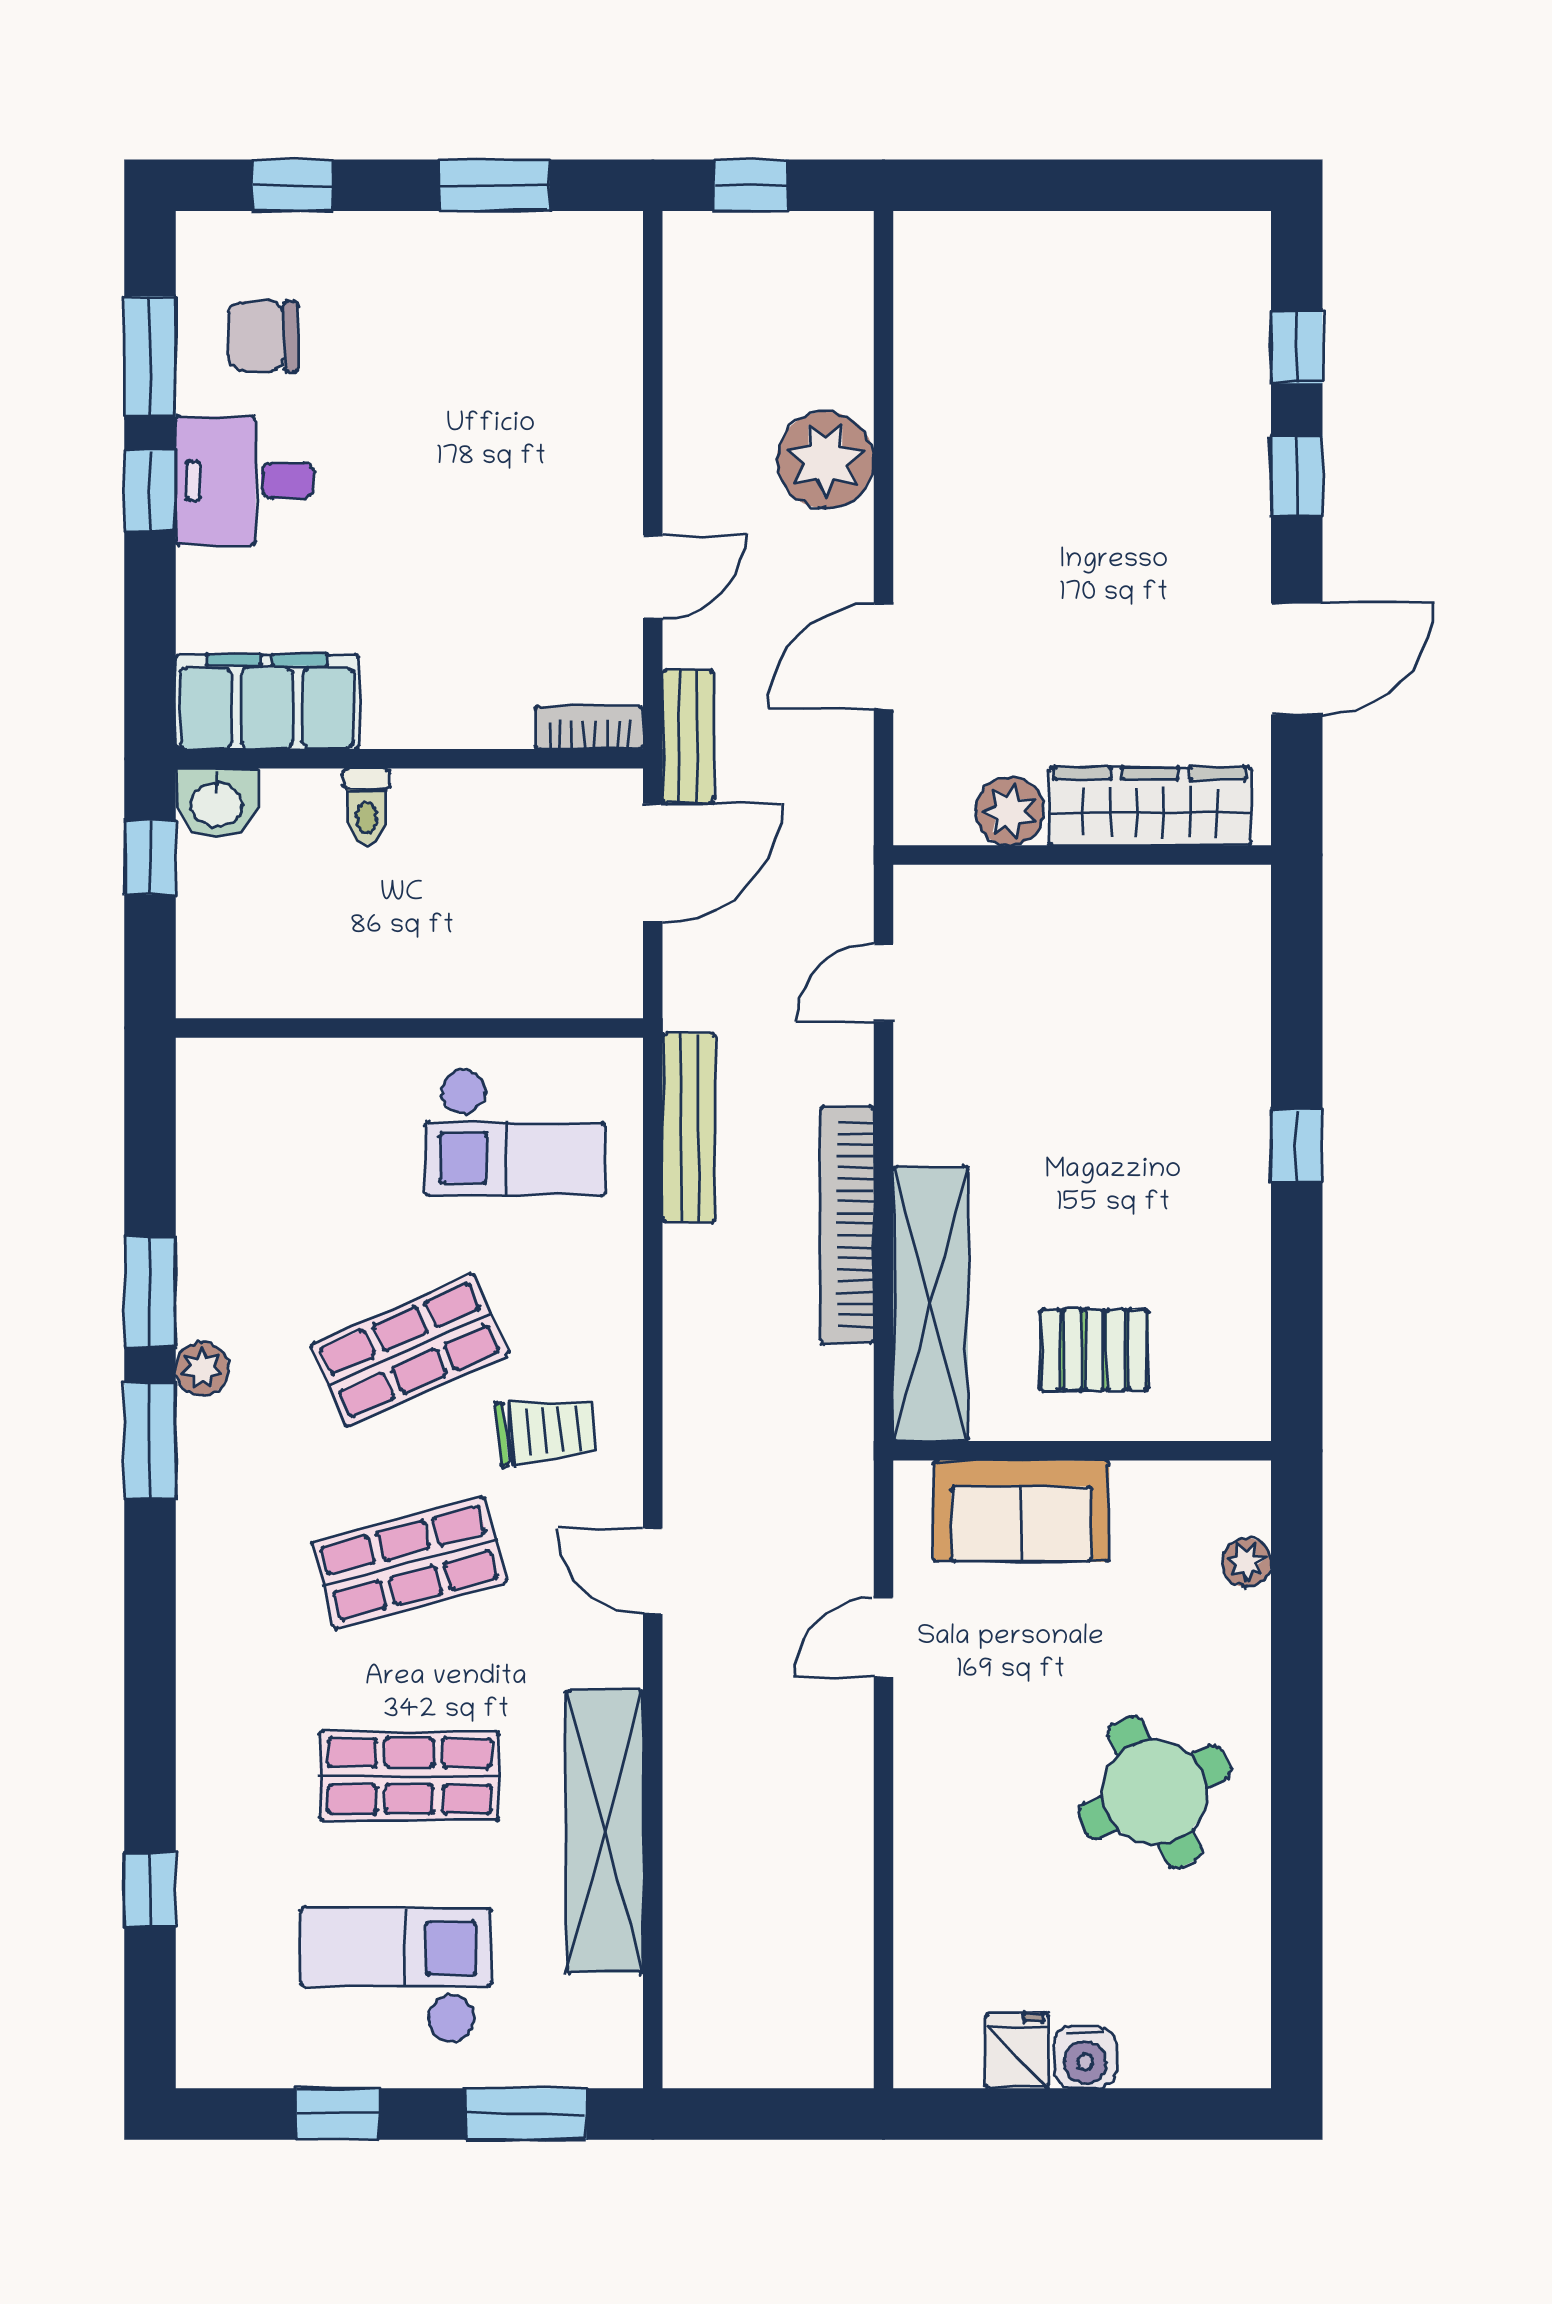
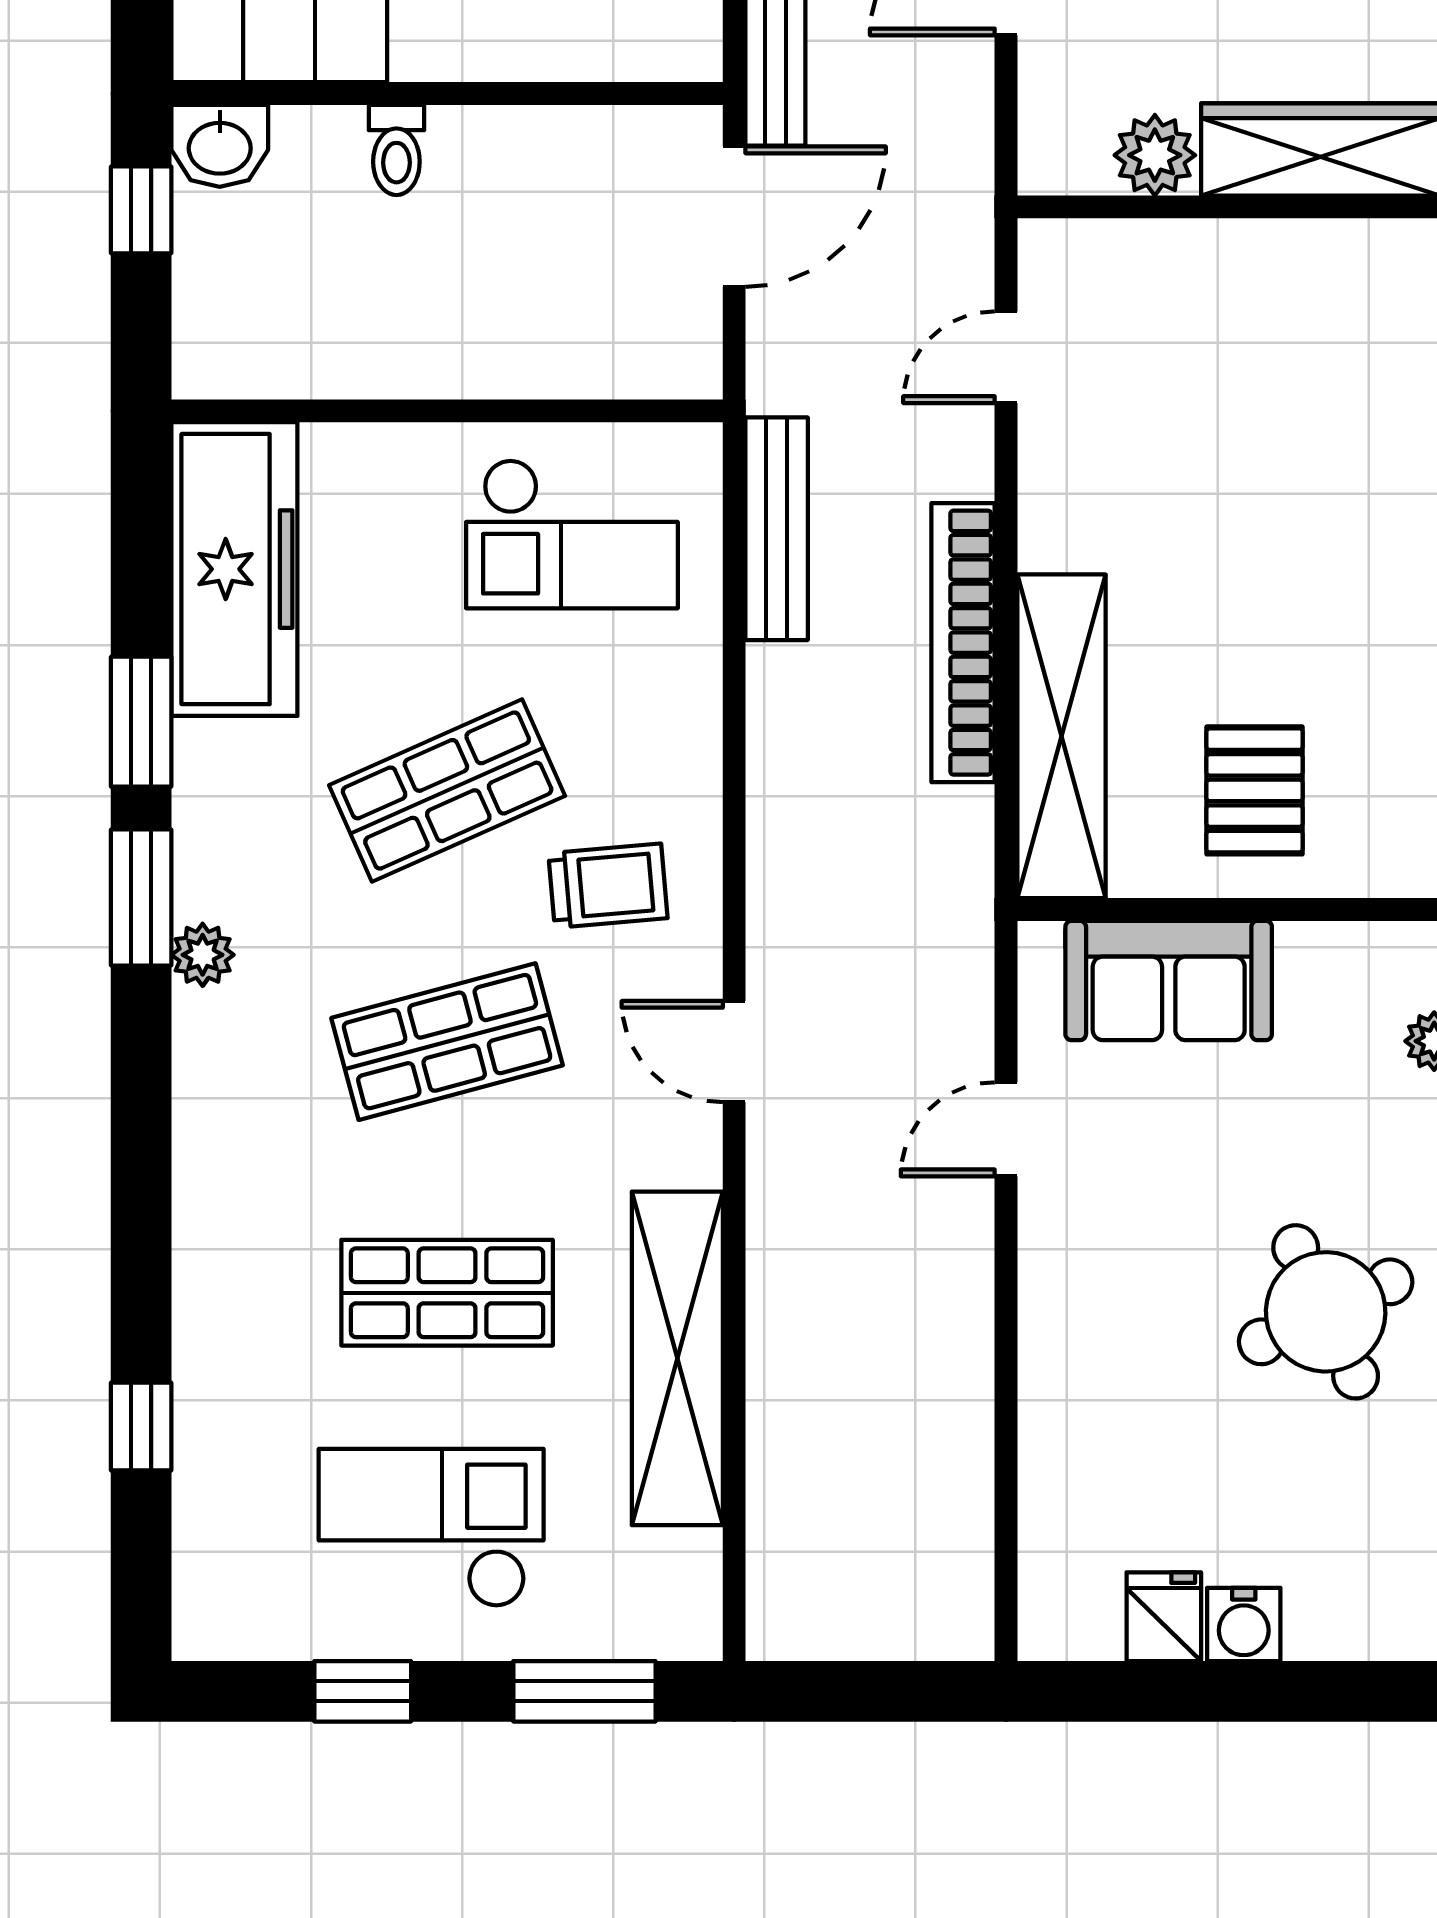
bookcase: (589, 728) -> (659, 57), removed
freezer: (229, 1162) -> (234, 569), added
pallet: (1094, 1350) -> (1254, 790), turned 90
plant: (202, 1369) -> (203, 955), moved

